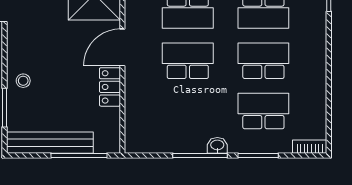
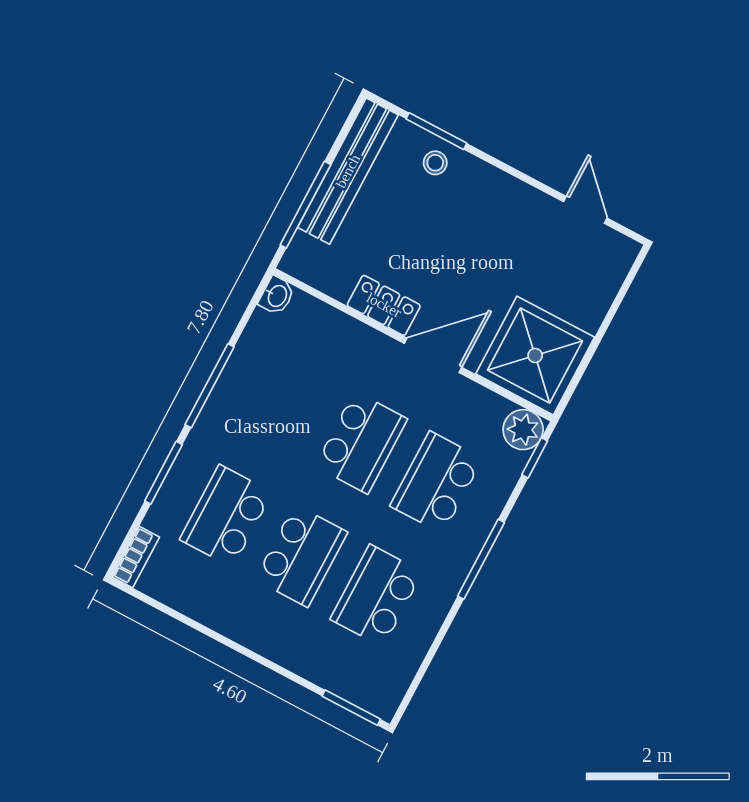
door: (122, 47) -> (433, 355), hinge flipped
stool: (23, 81) -> (435, 163), moved
school desk: (263, 111) -> (226, 516), turned 180
washbasin: (217, 145) -> (277, 296), moved

